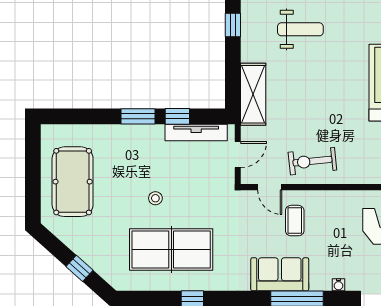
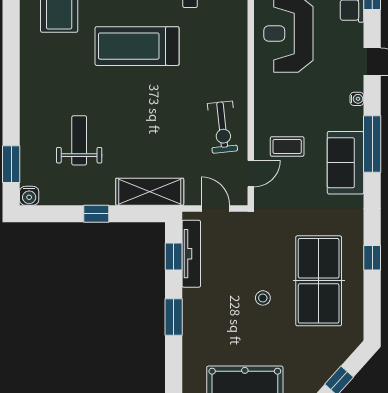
window: (233, 25) -> (96, 214), moved
window: (177, 116) -> (174, 256), moved

